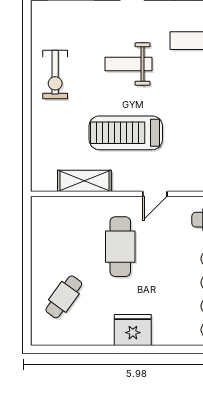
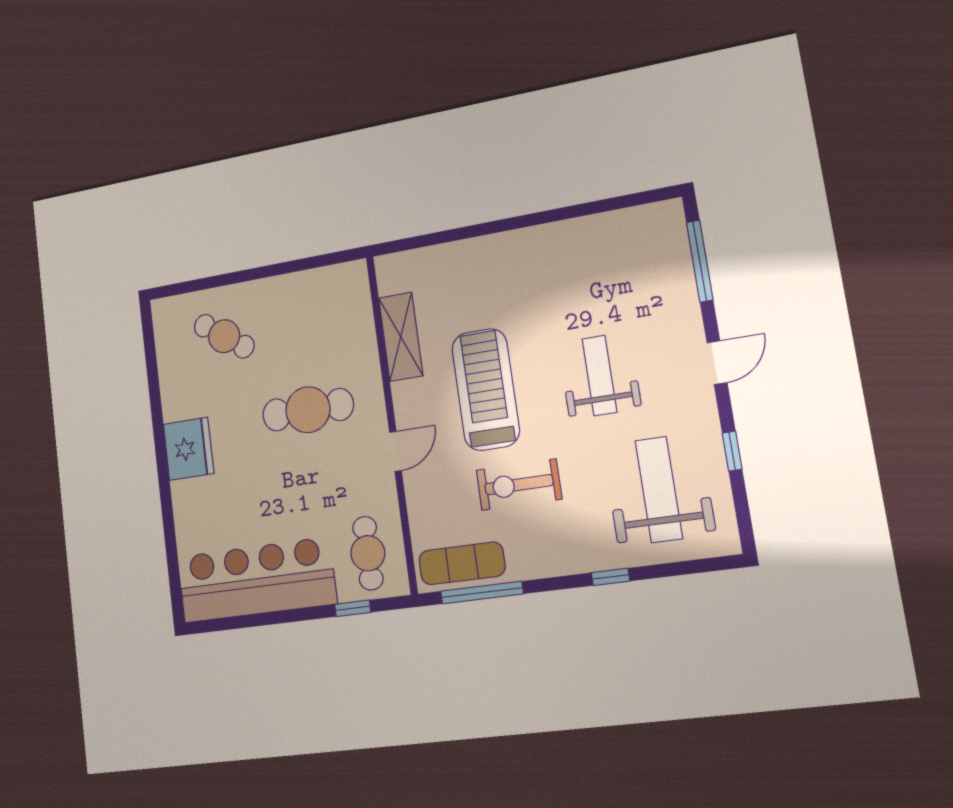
exercise bike: (55, 75) -> (519, 485), moved
door: (155, 194) -> (395, 451), swing flipped

